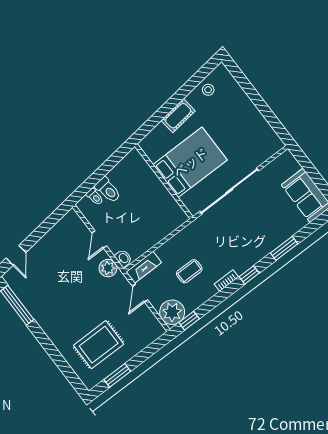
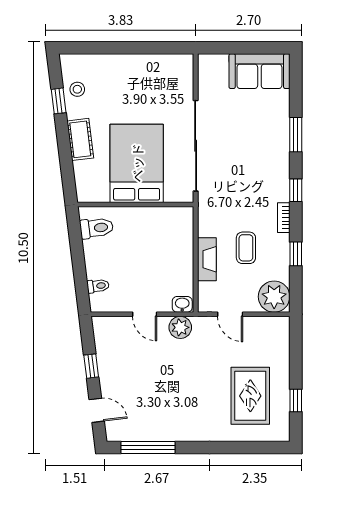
window: (192, 84) -> (59, 101), added
toilet: (108, 190) -> (96, 228), moved
window: (41, 231) -> (91, 366), added
fireplace: (144, 267) -> (207, 259), moved
window: (189, 321) -> (296, 254), moved
window: (117, 375) -> (296, 401), width x0.67

